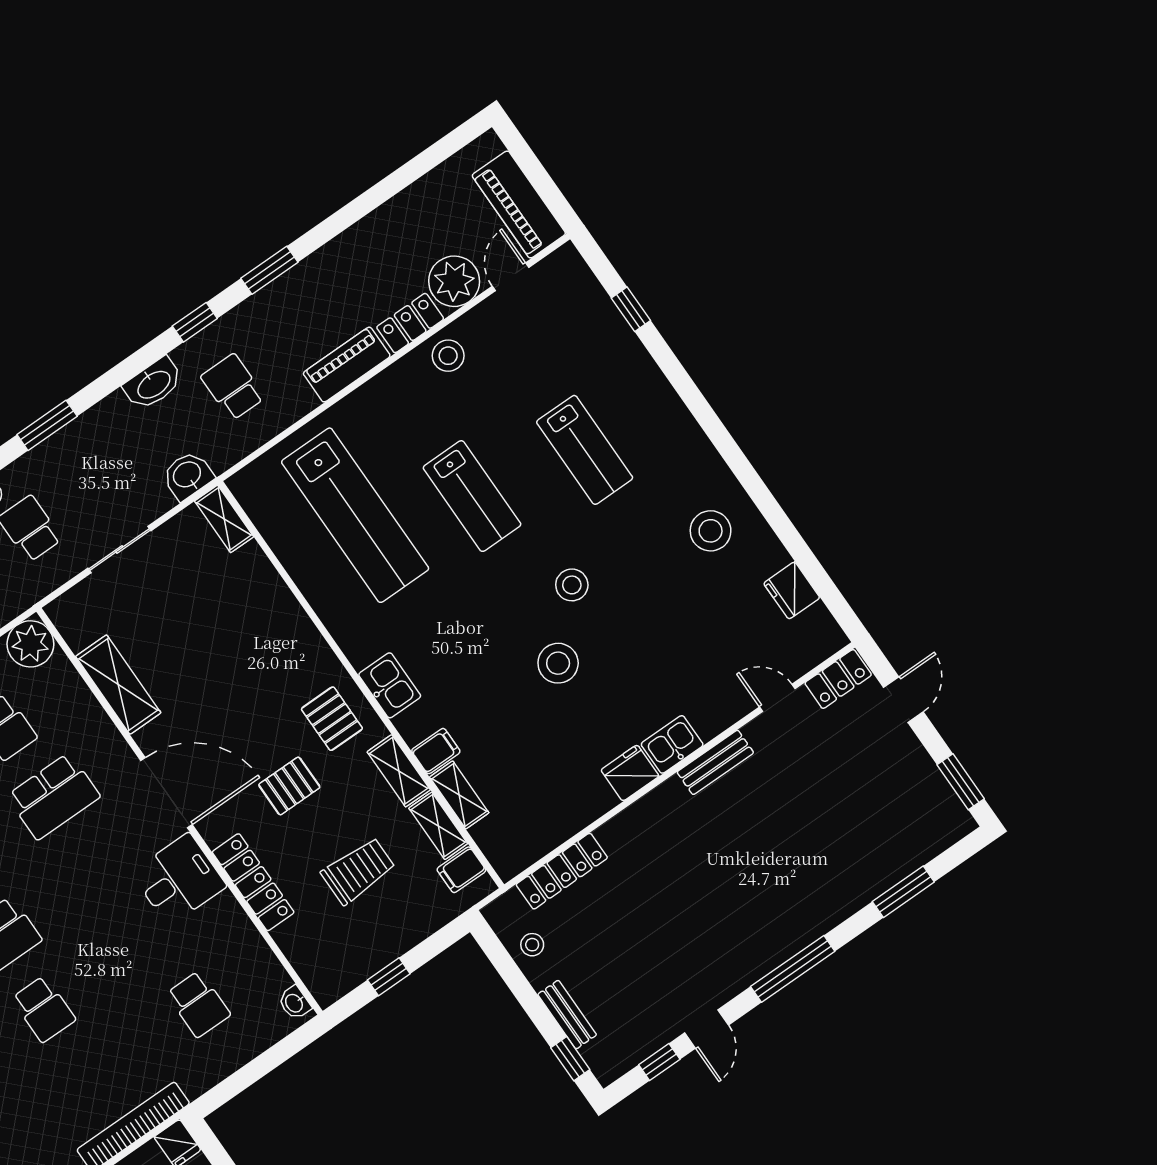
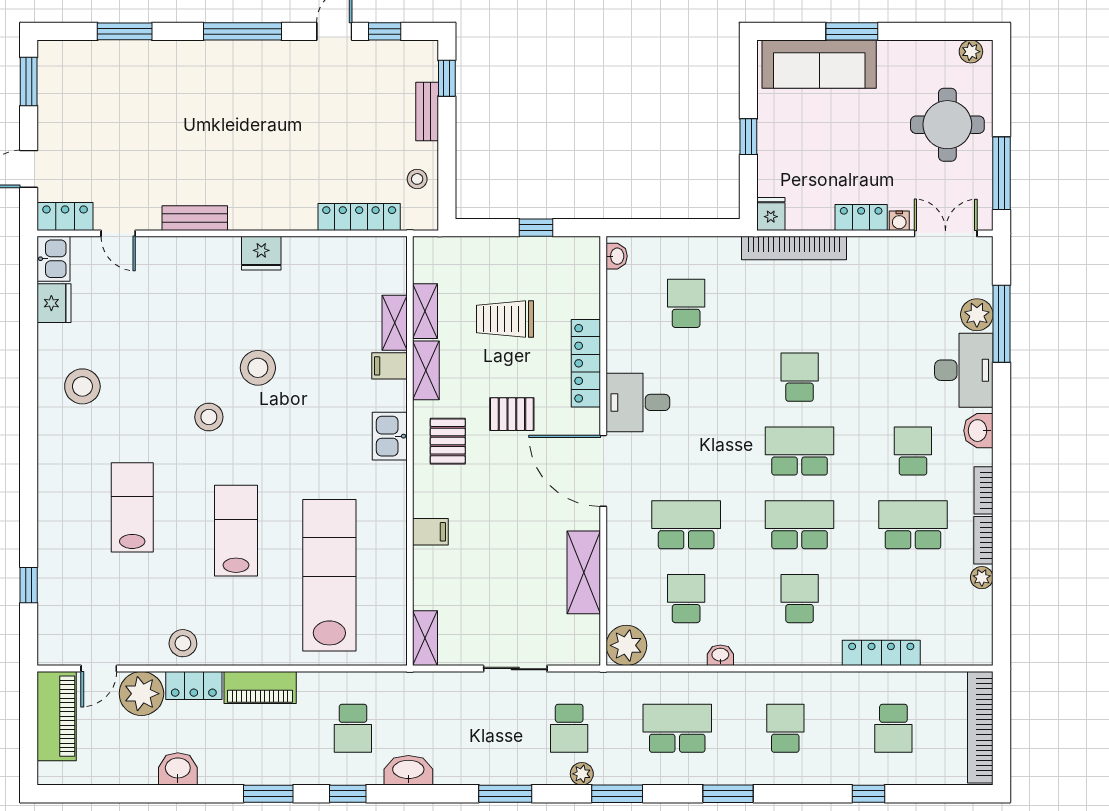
washbasin: (188, 475) -> (178, 769), moved, turned 180
kitchen sink: (672, 744) -> (54, 259), moved, turned -90
filing cabinet: (461, 870) -> (430, 532), moved

